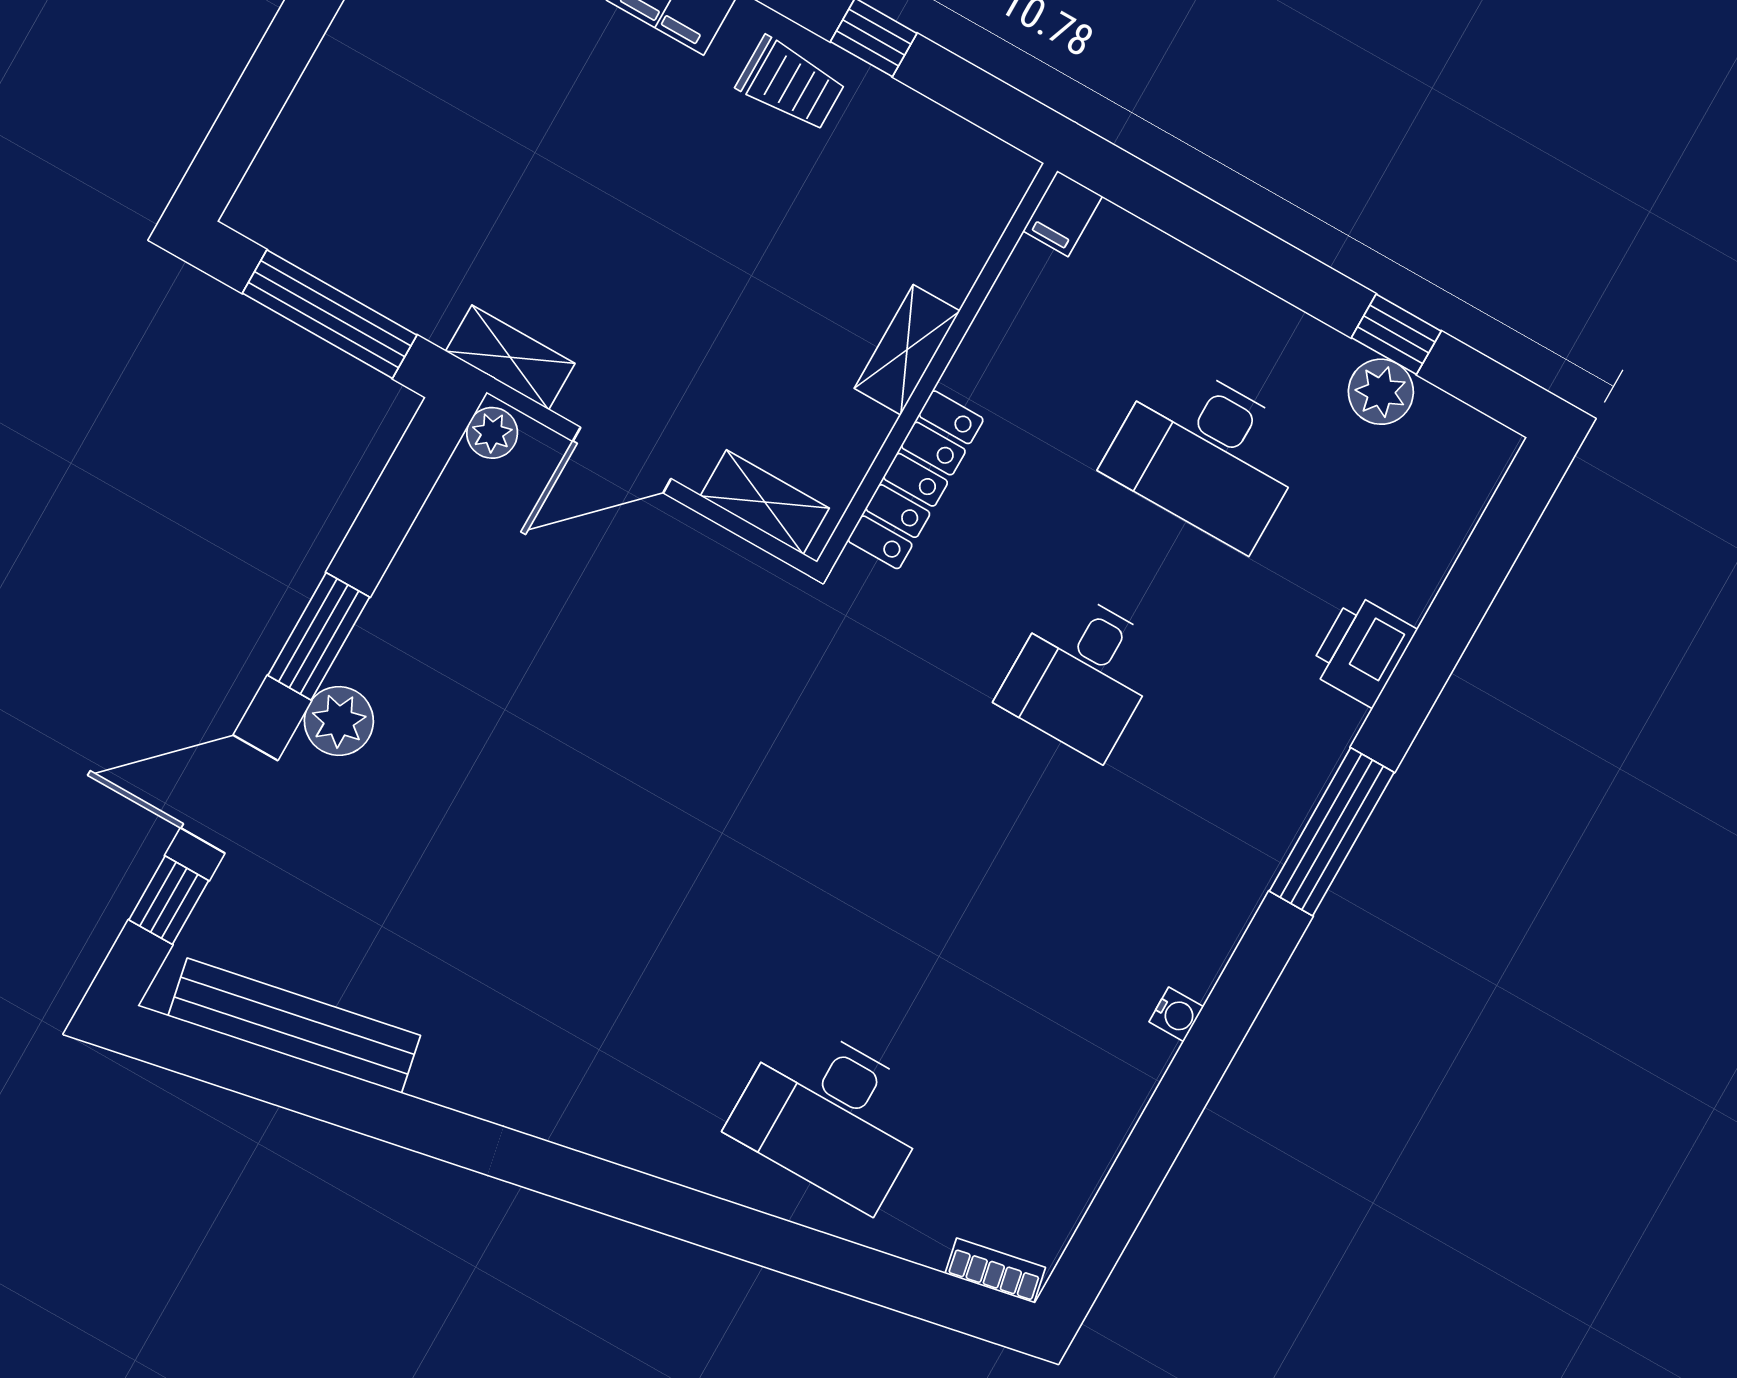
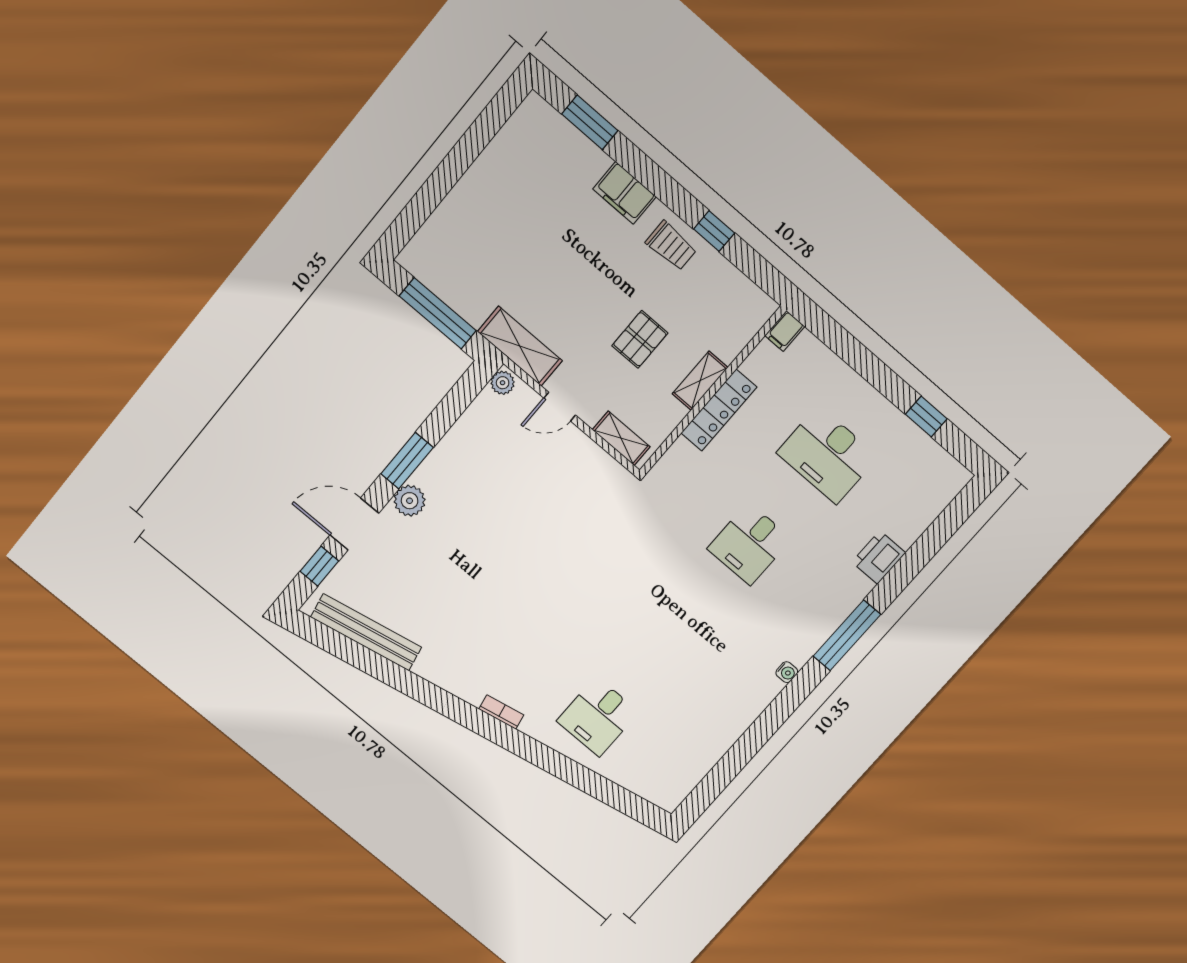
pallet: (764, 288) -> (640, 339), added
shelving: (510, 357) -> (520, 346), width x1.50, depth x1.33
plant: (1381, 392) -> (913, 442), removed
door: (622, 460) -> (560, 407), width x0.73
locker: (916, 480) -> (719, 410), moved
water cooler: (1176, 1014) -> (787, 672), moved
desk: (831, 1115) -> (598, 717), width x0.73
bookcase: (995, 1270) -> (501, 712), moved

